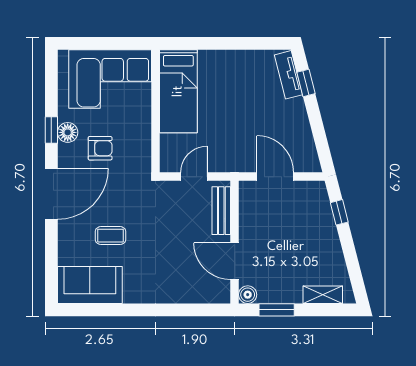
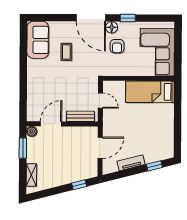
tv unit: (288, 75) -> (131, 163), moved
floor lamp: (68, 132) -> (112, 27), moved

